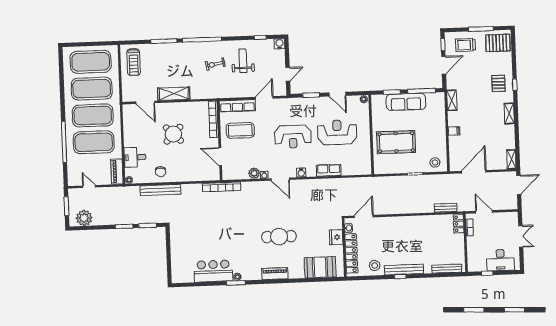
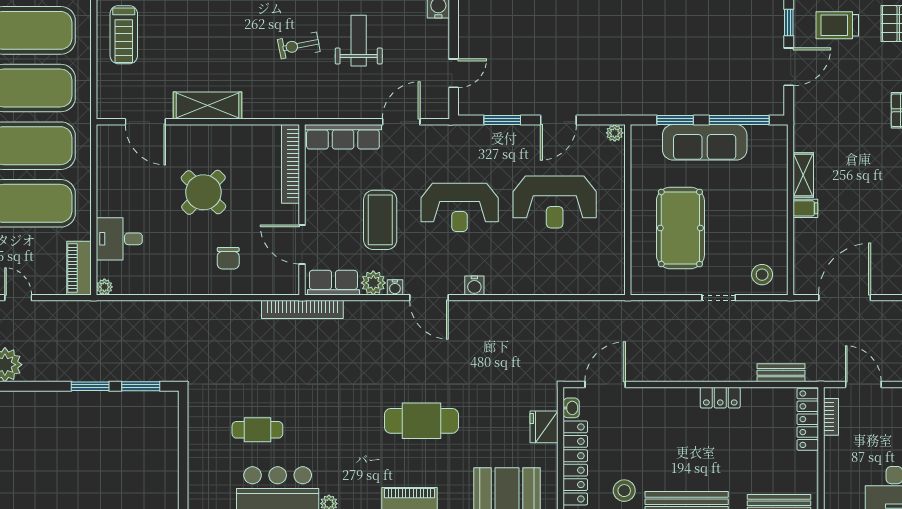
door: (337, 94) -> (558, 120), hinge flipped
shelving: (452, 100) -> (803, 175), moved
coffee table: (240, 130) -> (380, 220), moved, turned 90
reception desk: (337, 132) -> (555, 202), turned 180
pool table: (396, 142) -> (680, 228), turned 90
row of seats: (329, 170) -> (333, 283), moved
chair: (161, 172) -> (228, 258), moved
bench: (160, 190) -> (171, 311), removed
locker: (418, 220) -> (720, 398), added
locker: (459, 224) -> (808, 419), width x1.53
cafe table: (203, 244) -> (257, 430), added

